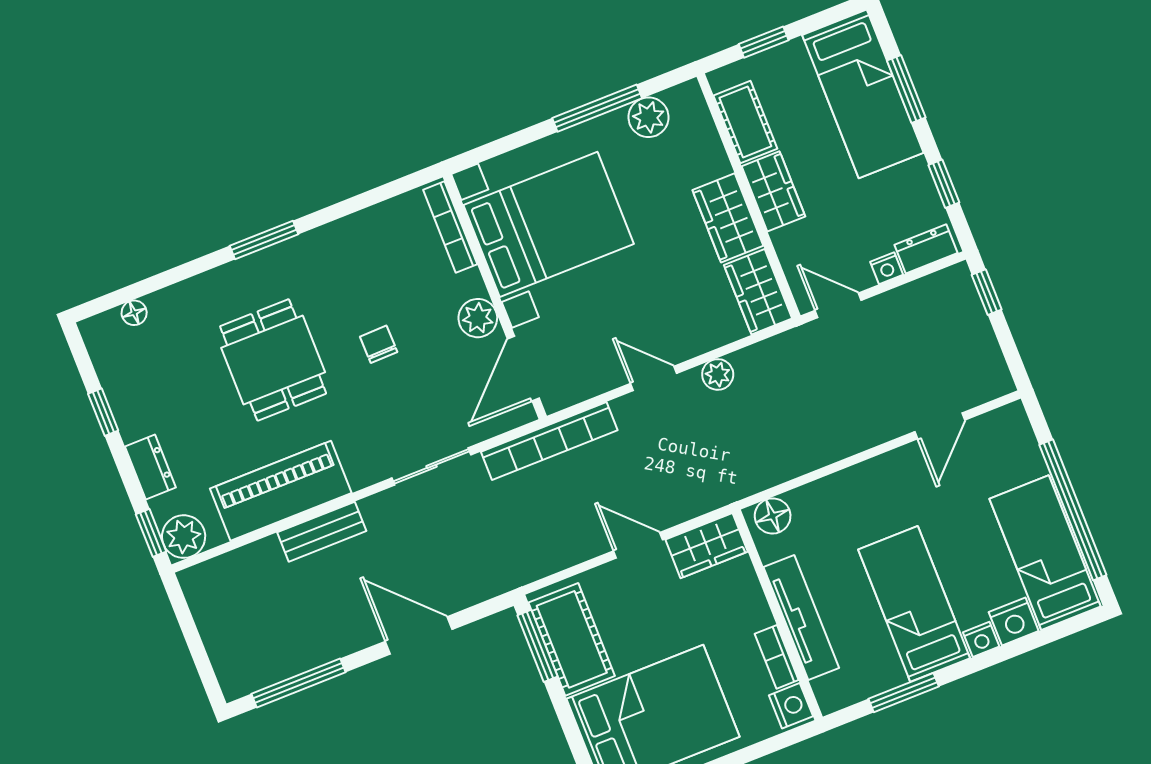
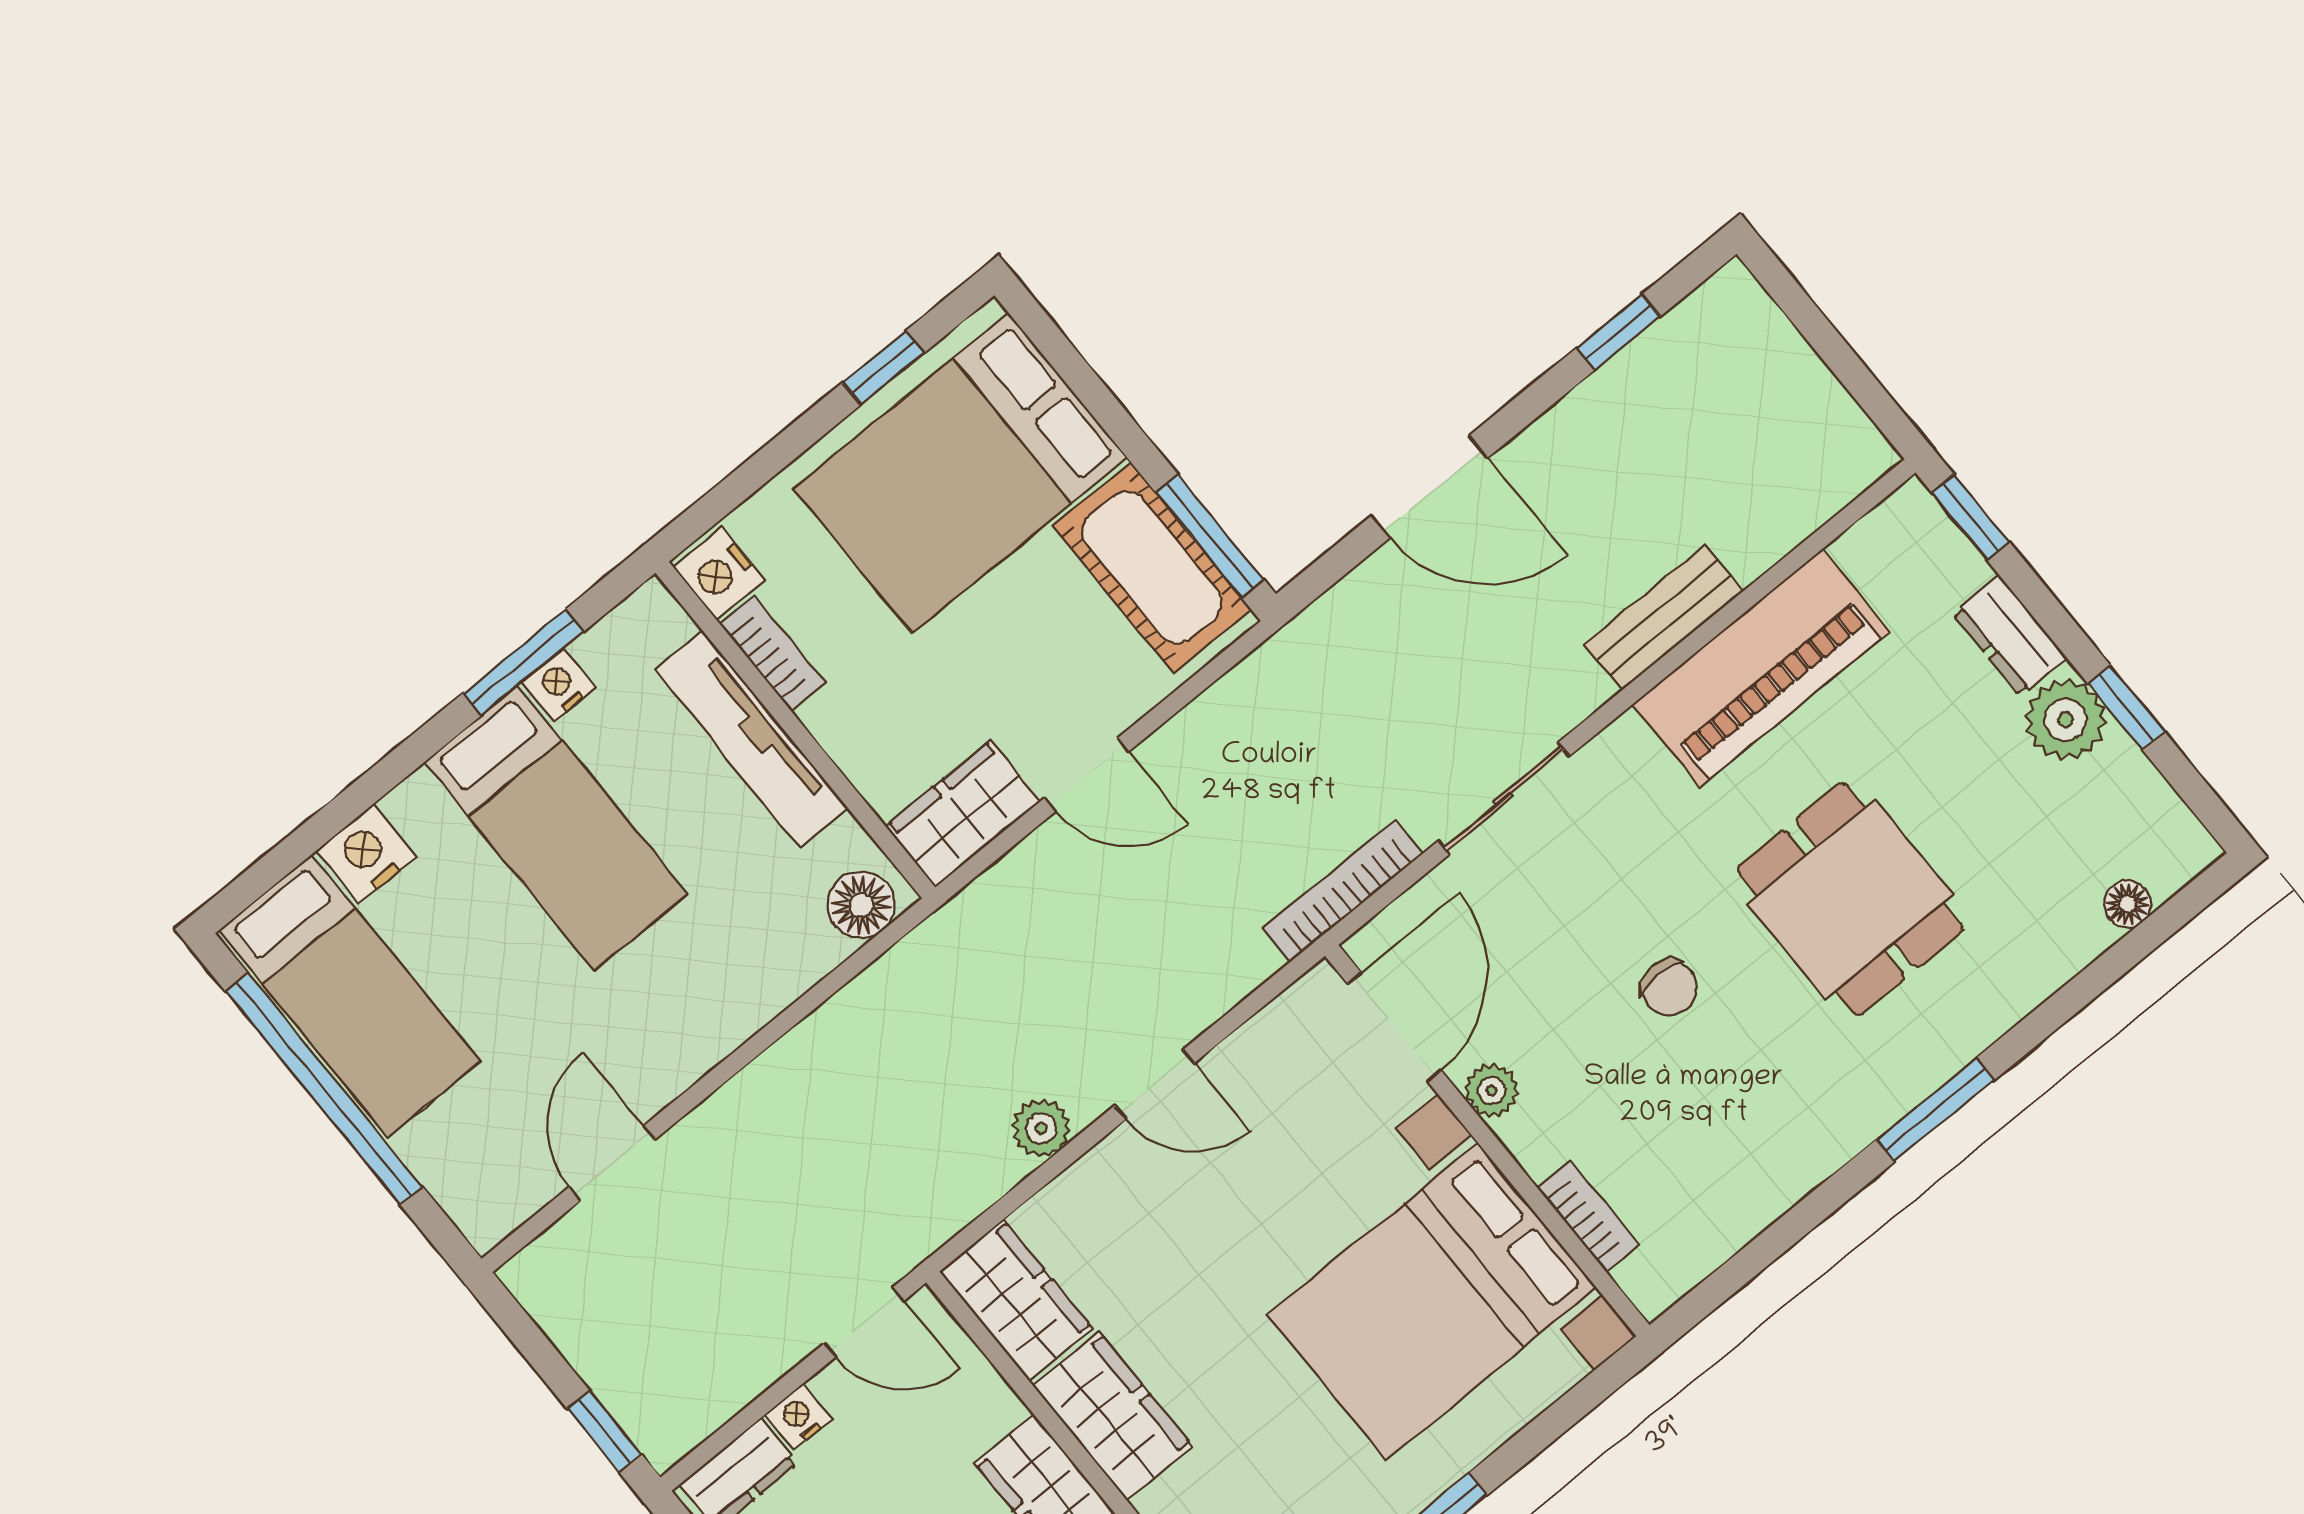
bookcase: (450, 227) -> (1588, 1216), width x0.64
plant: (478, 318) -> (1492, 1091), width x0.73, depth x0.73
bookcase: (549, 441) -> (1343, 891), width x0.68, depth x0.76
plant: (184, 537) -> (2066, 720), moved
nightstand: (981, 639) -> (559, 685), moved
window: (299, 683) -> (1619, 332), width x0.46

